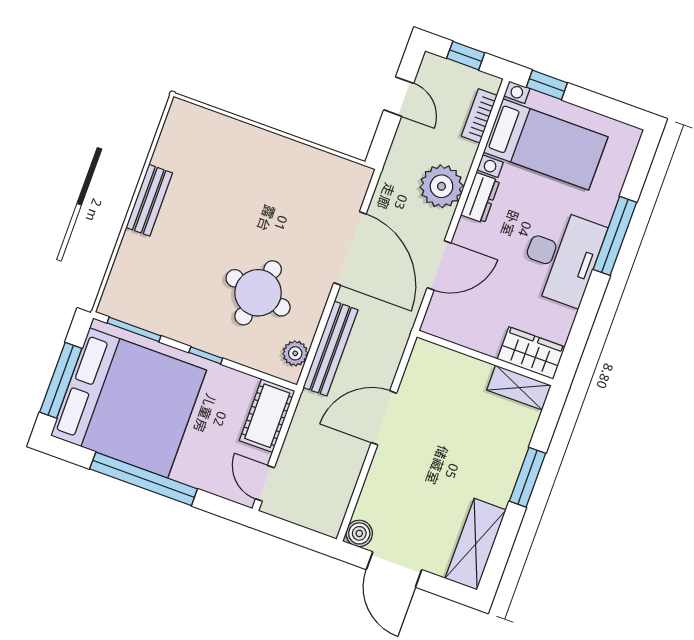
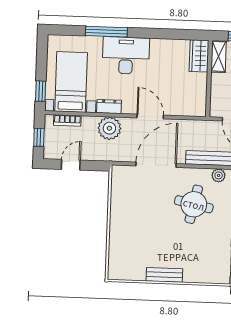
wardrobe: (531, 353) -> (199, 56), moved
wall: (485, 358) -> (209, 79), moved
shelving: (519, 388) -> (219, 56), moved

